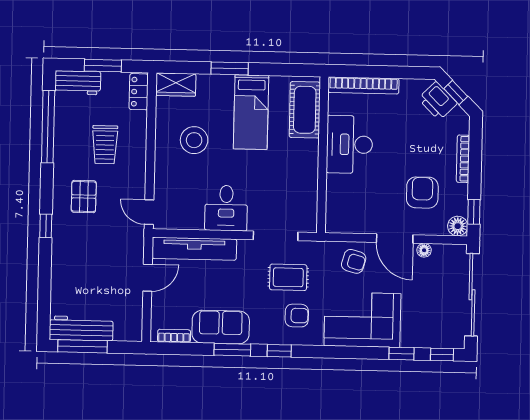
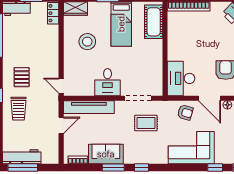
desk: (350, 144) -> (181, 78), moved
trolley: (105, 145) -> (19, 109), moved
armchair: (297, 316) -> (152, 146), removed

